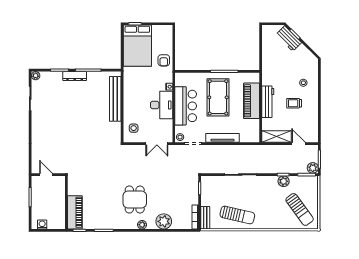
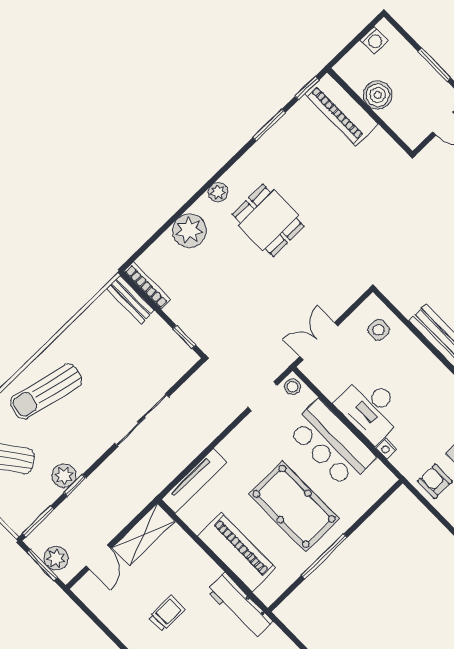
workbench: (268, 102) -> (240, 606), moved
tv unit: (223, 138) -> (194, 481), moved
door: (298, 144) -> (98, 557), hinge flipped
plant: (313, 168) -> (56, 558), moved
boiler: (59, 205) -> (378, 95), added
sun lounger: (237, 215) -> (46, 391), moved

